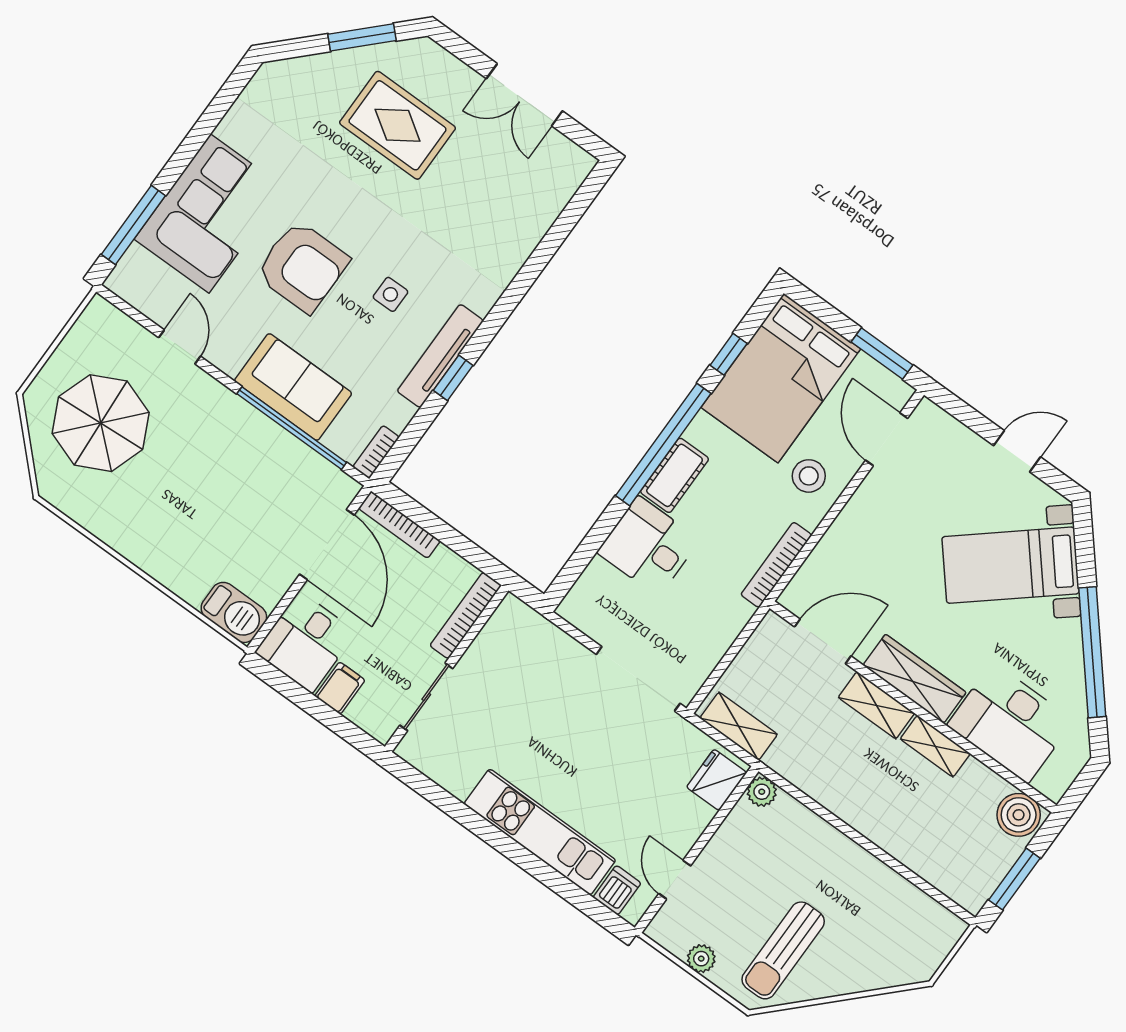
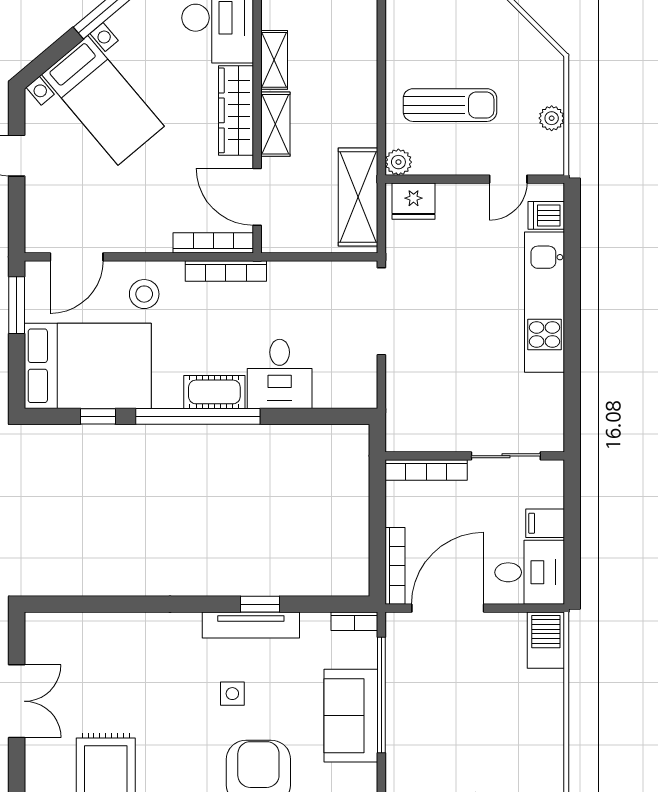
bookcase: (810, 572) -> (213, 243), added
shelving: (739, 726) -> (358, 197), width x1.50, depth x1.33
sun lounger: (783, 950) -> (450, 105), moved

